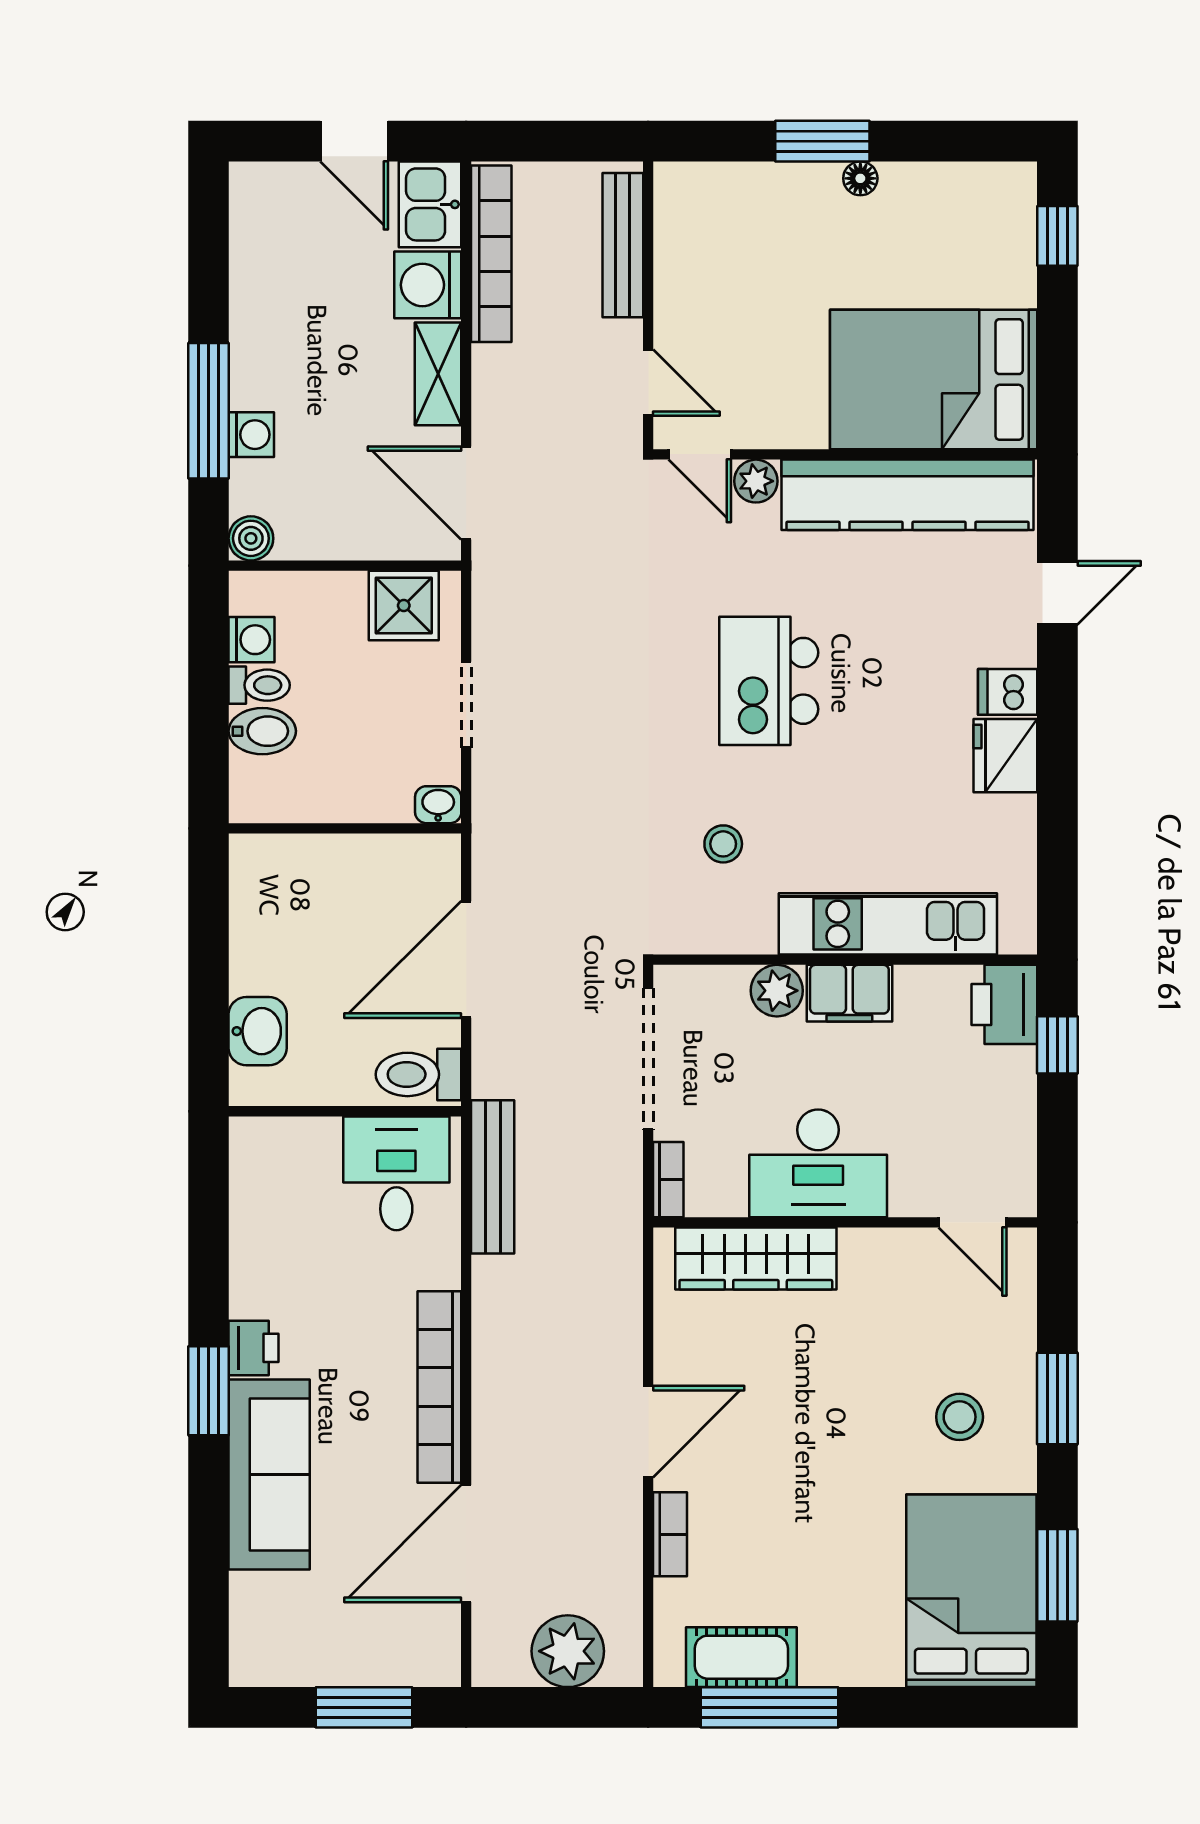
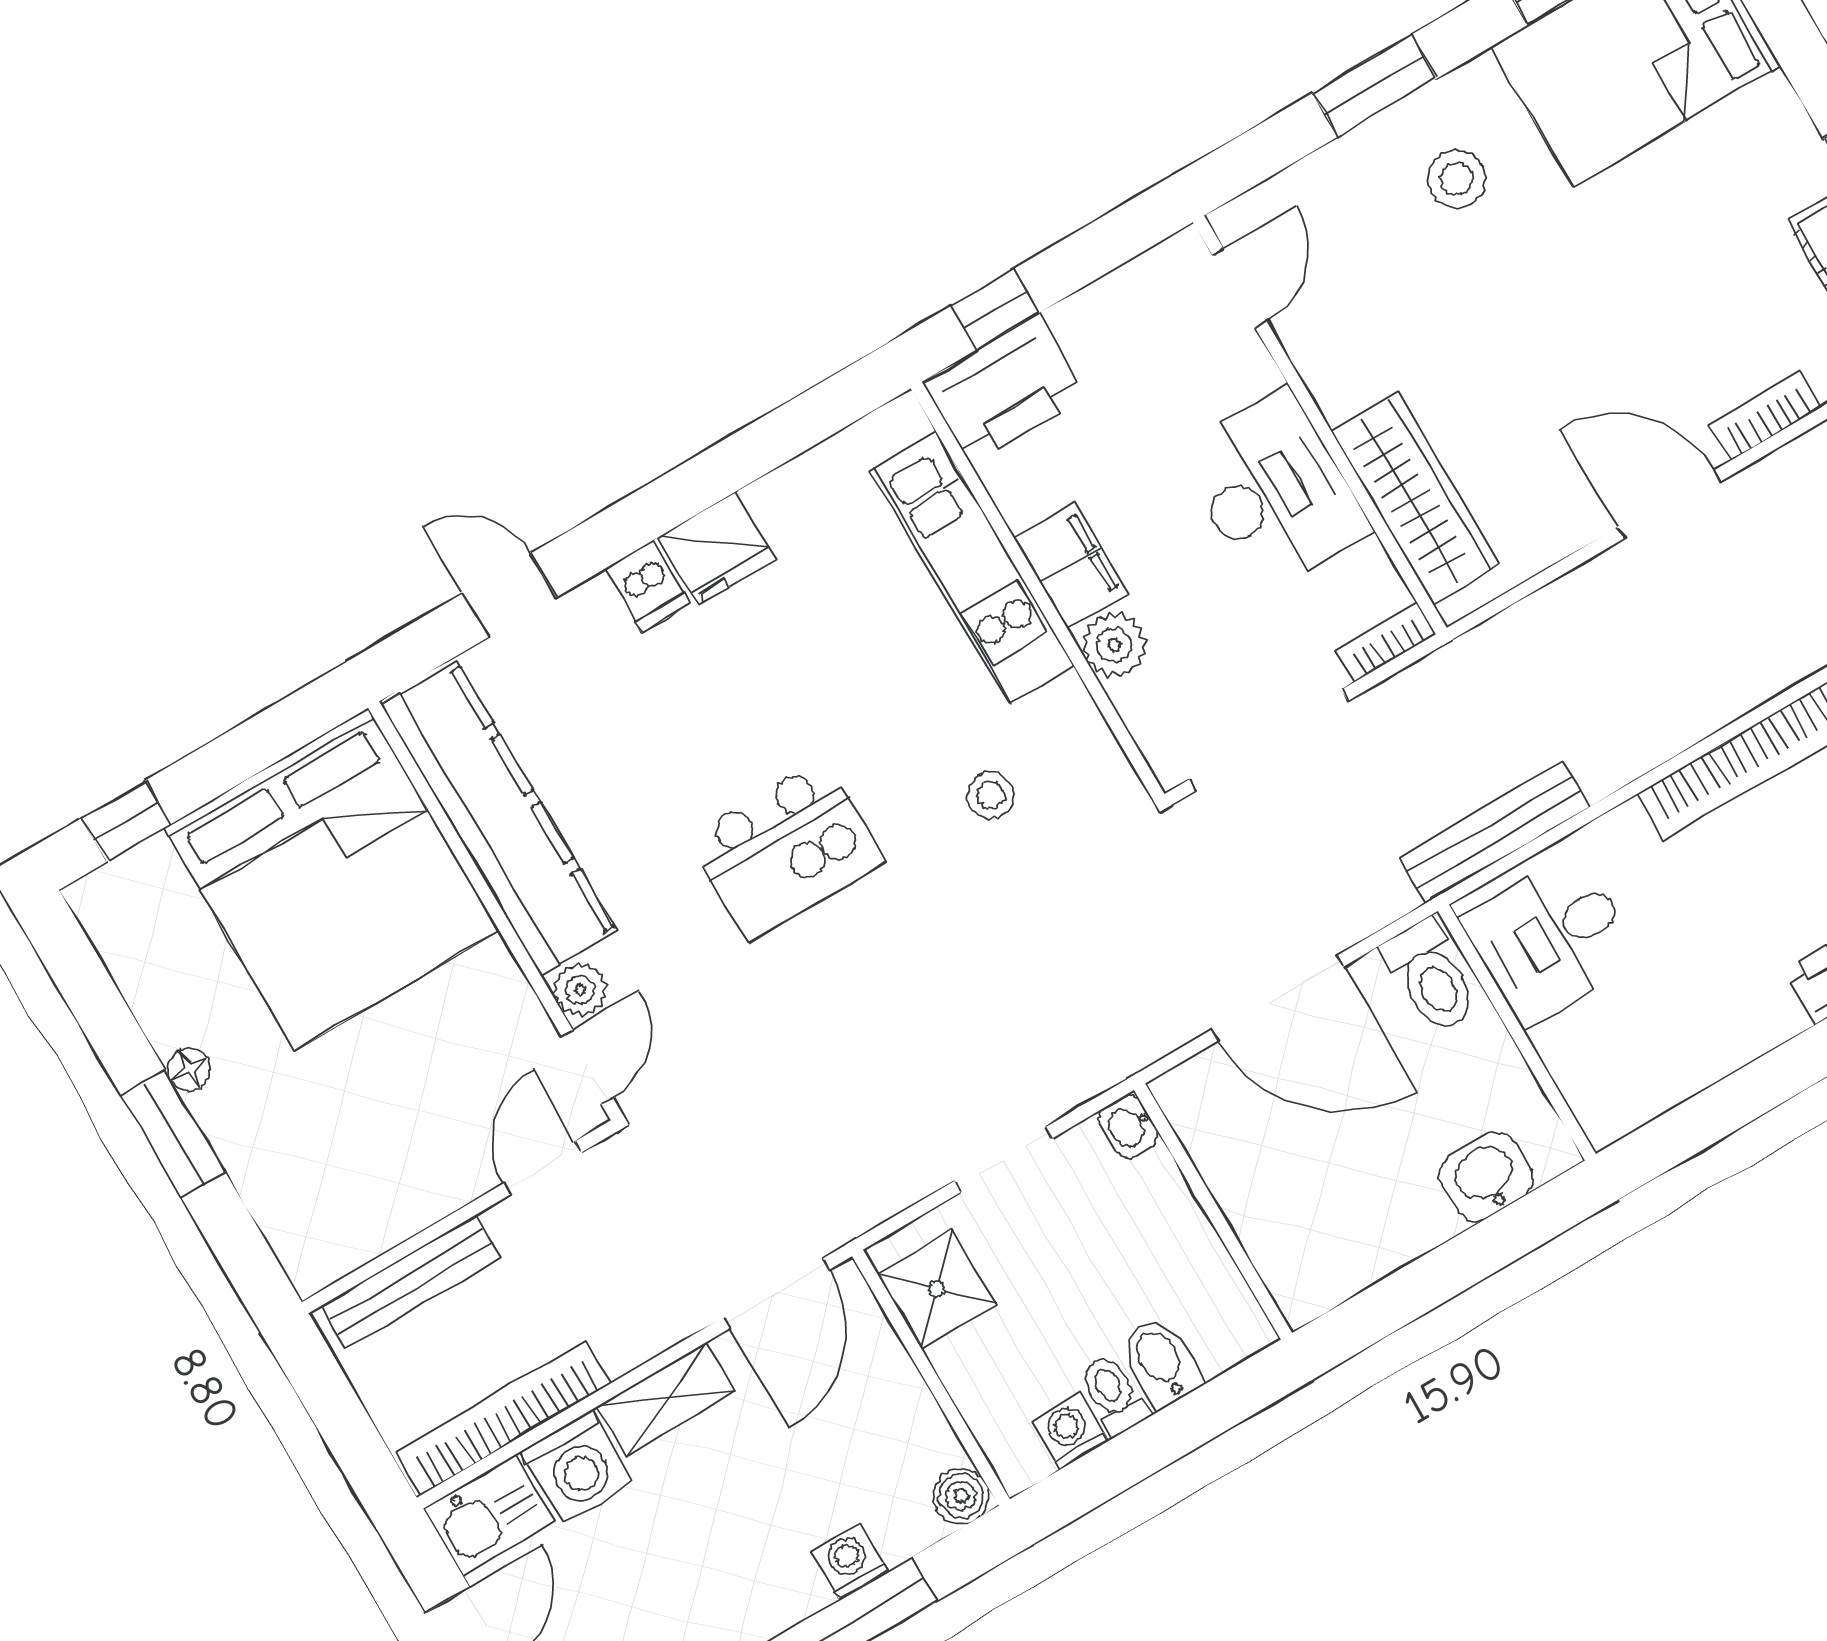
bed: (934, 379) -> (331, 879), width x1.36
printer: (1004, 1004) -> (1005, 389), width x1.37, depth x1.19

